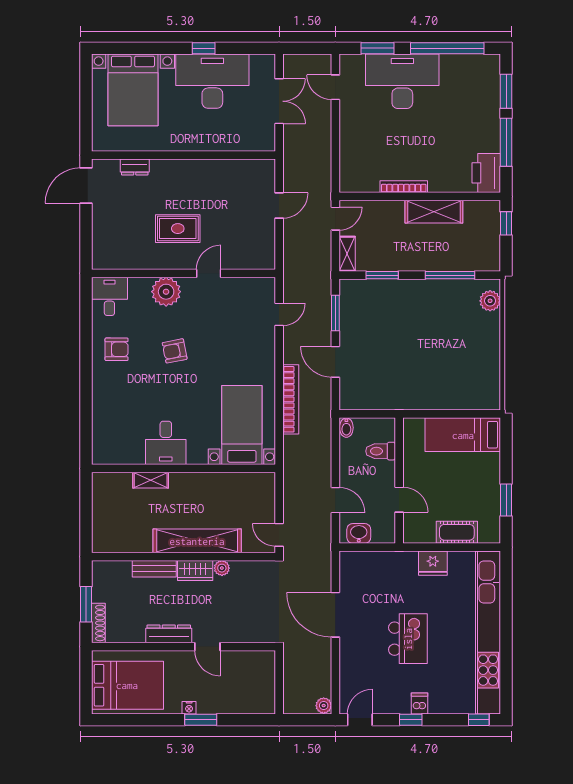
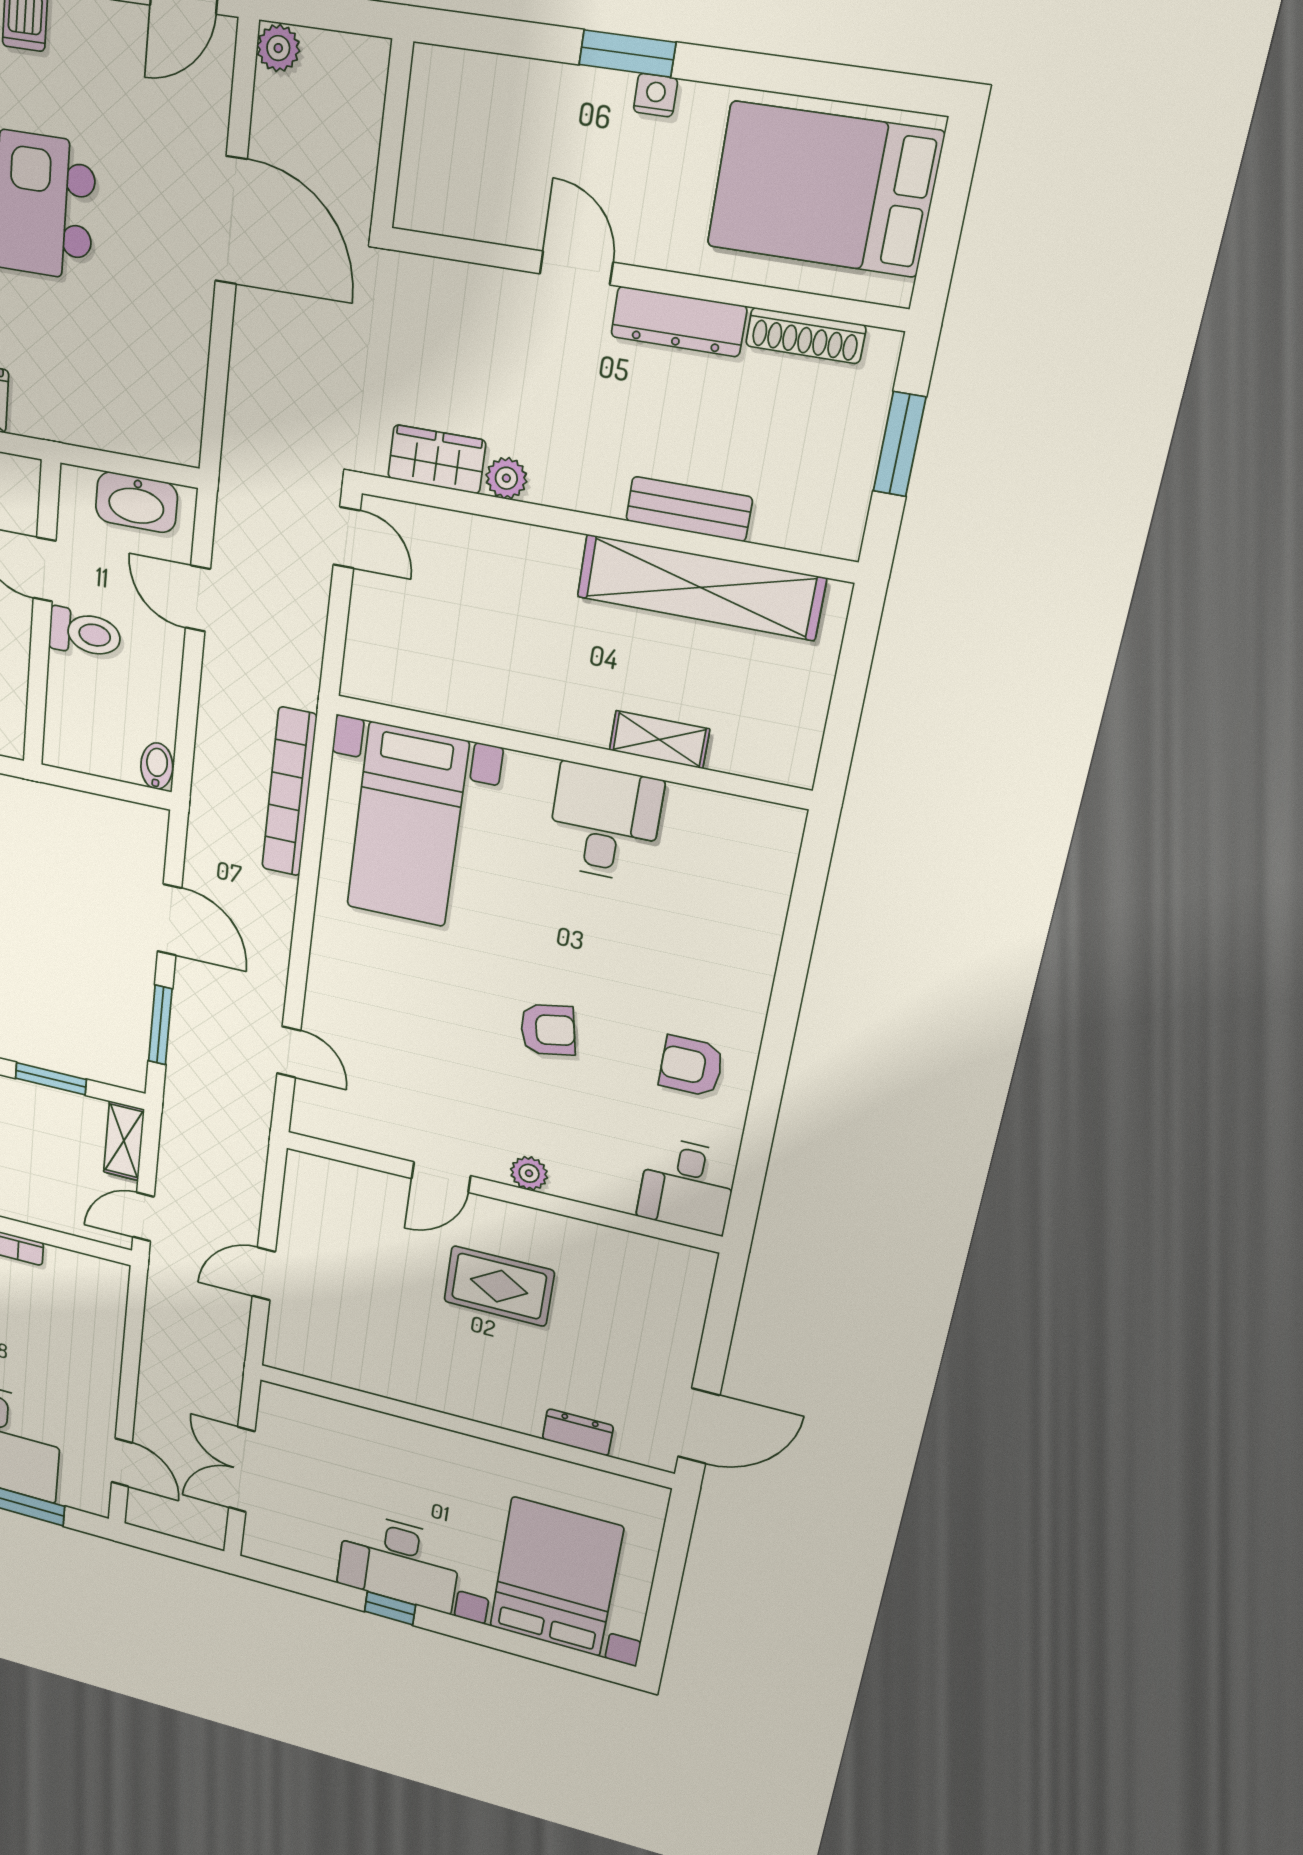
desk: (212, 81) -> (399, 1562), width x0.73, depth x0.77
plant: (166, 292) -> (529, 1173), width x0.53, depth x0.53
door: (279, 314) -> (289, 1052), swing flipped
bookcase: (291, 399) -> (289, 792), moved
toilet: (381, 451) -> (85, 633), moved
washbasin: (359, 533) -> (136, 502), width x1.38
shelving: (197, 541) -> (700, 587), moved
wardrobe: (195, 570) -> (437, 459), moved
door: (335, 615) -> (231, 220), moved
shoe rack: (98, 623) -> (806, 335), moved, turned -90

